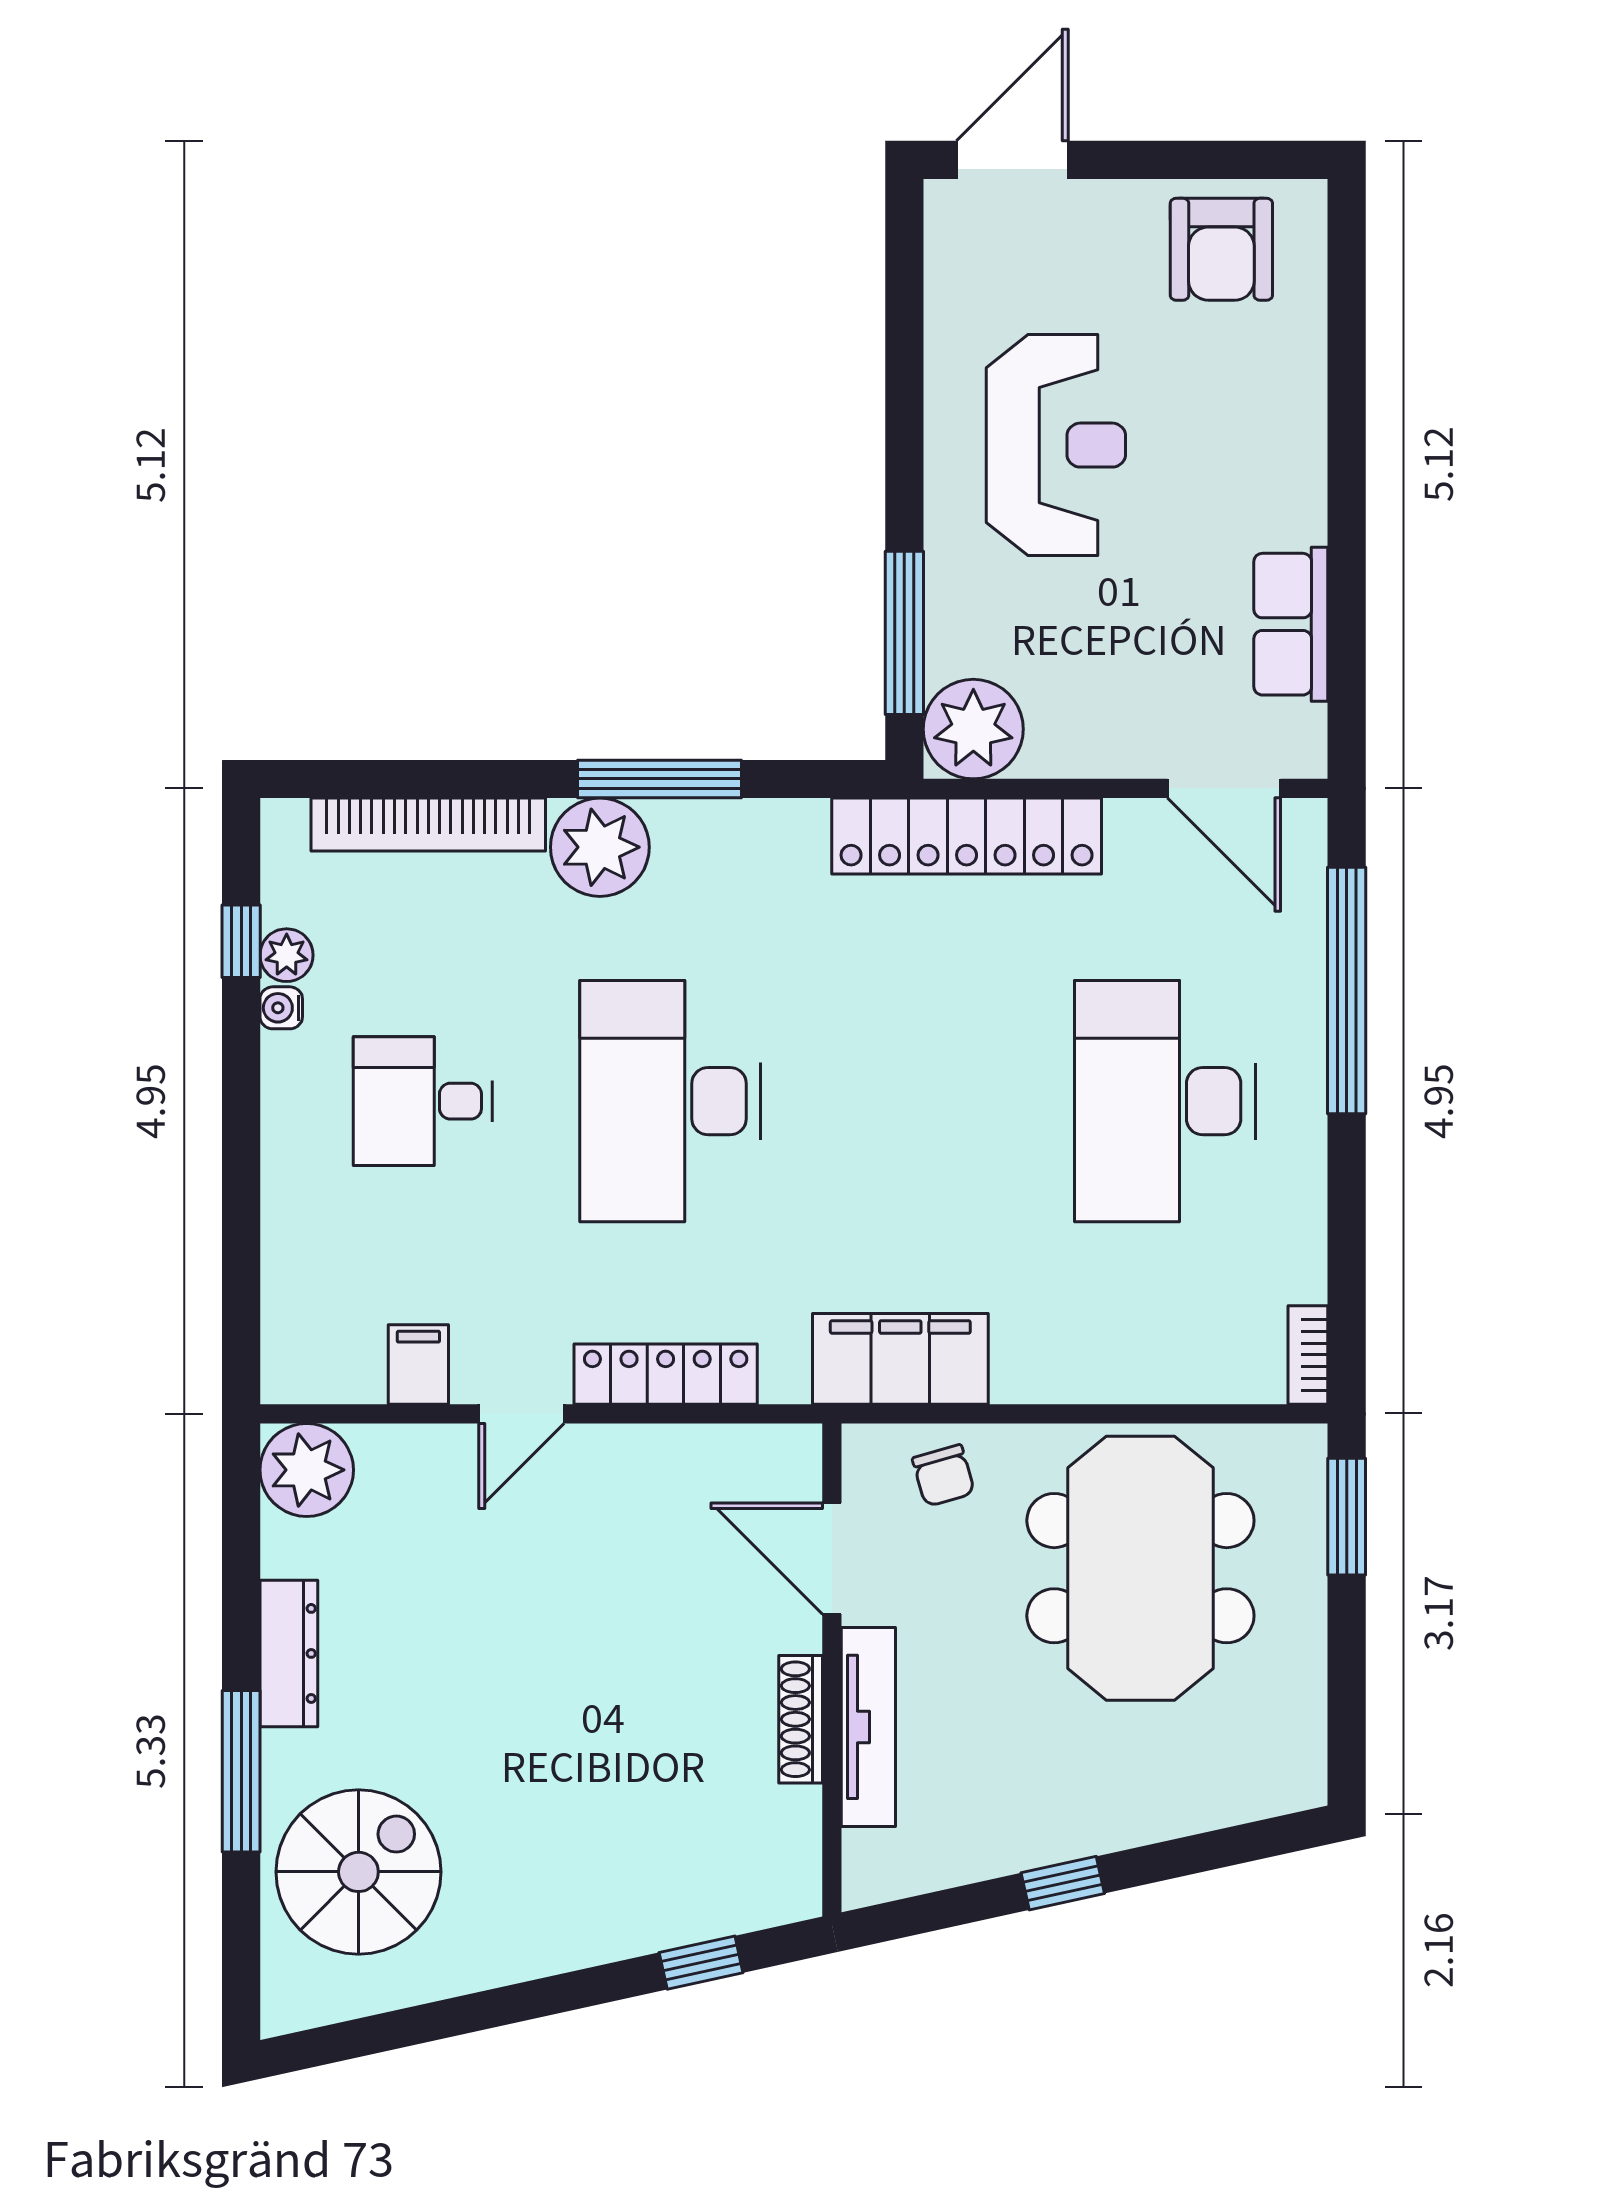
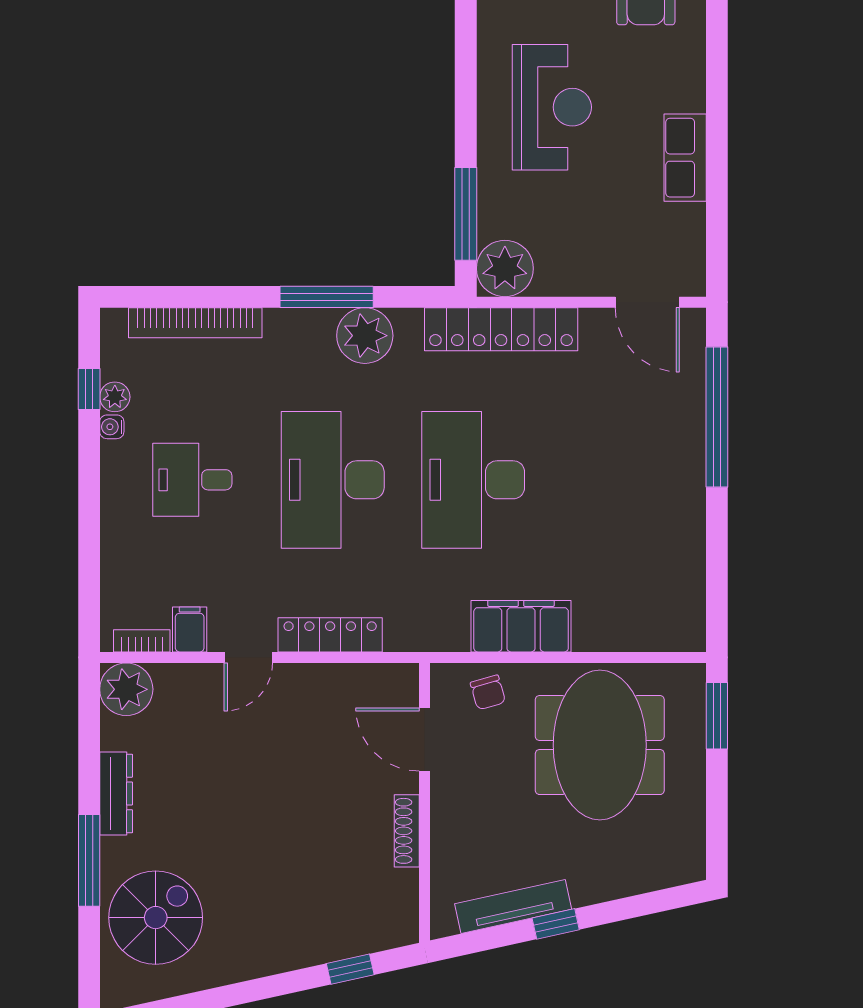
row of seats: (1291, 624) -> (685, 158), moved
plant: (600, 847) -> (365, 336), moved
desk: (1165, 1101) -> (473, 480), moved
bookcase: (1308, 1355) -> (142, 641), moved, turned 90
filing cabinet: (900, 1359) -> (521, 626), moved
tv unit: (868, 1727) -> (513, 907), moved, turned -102

